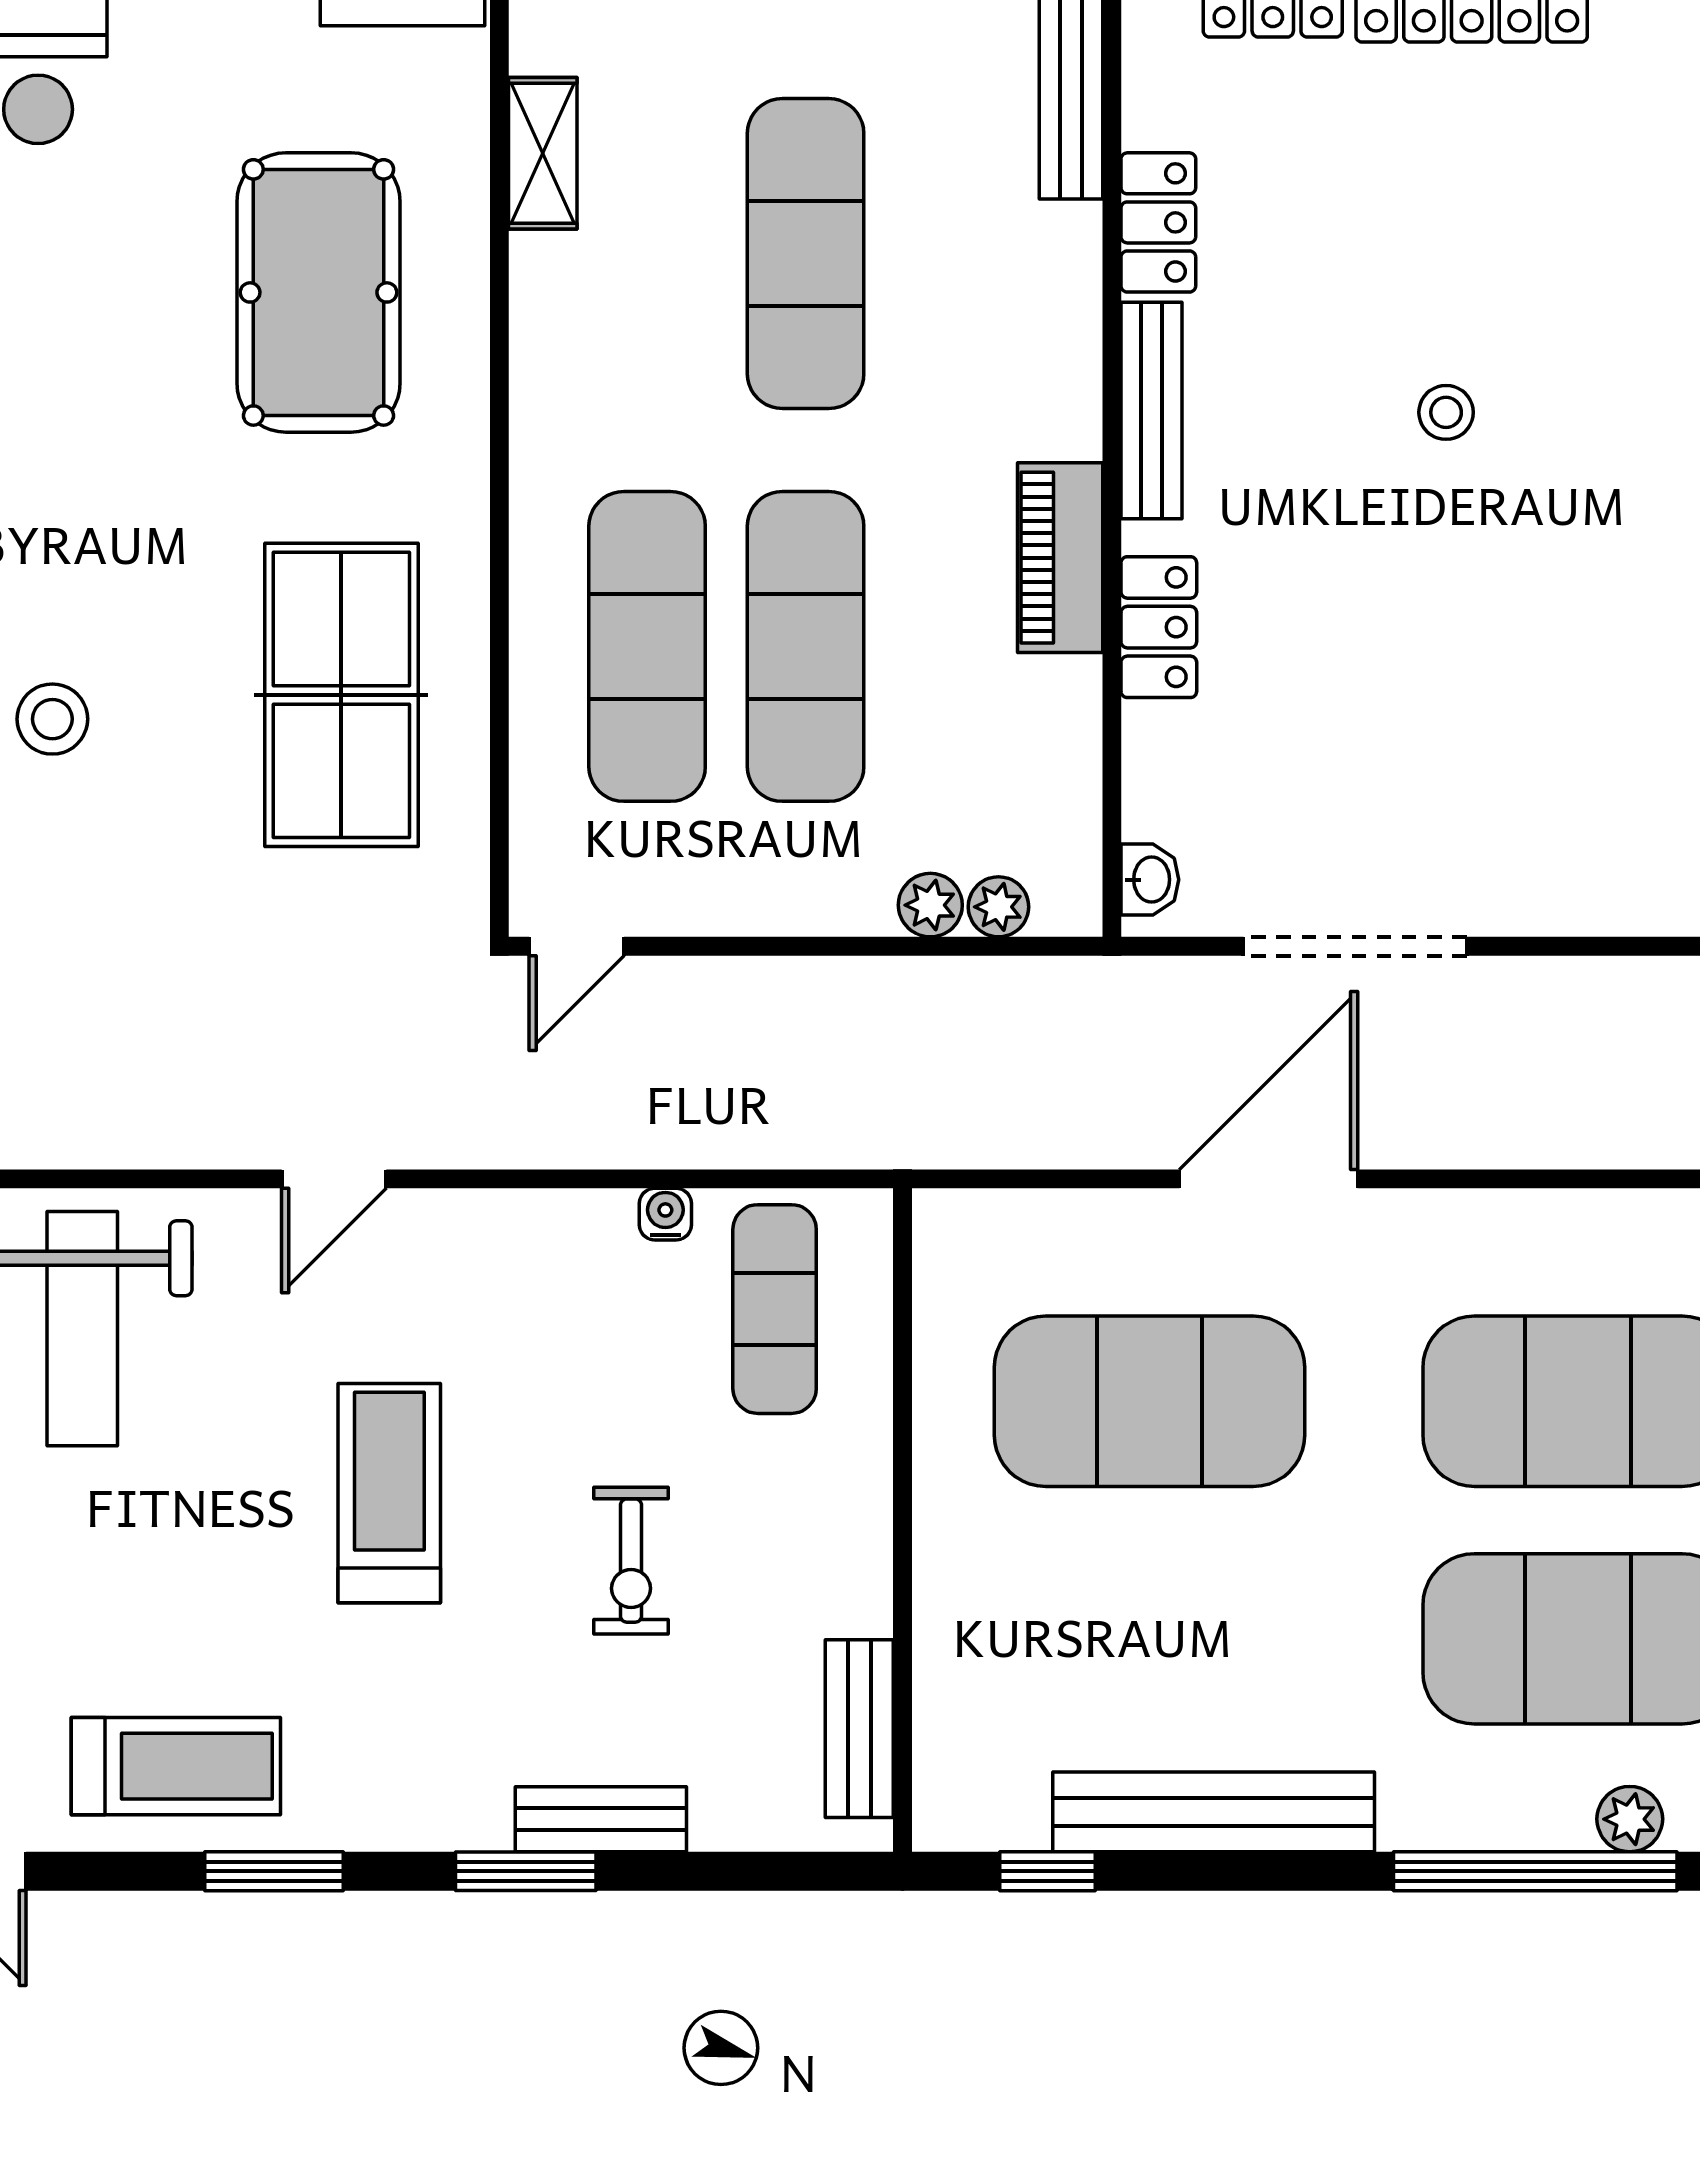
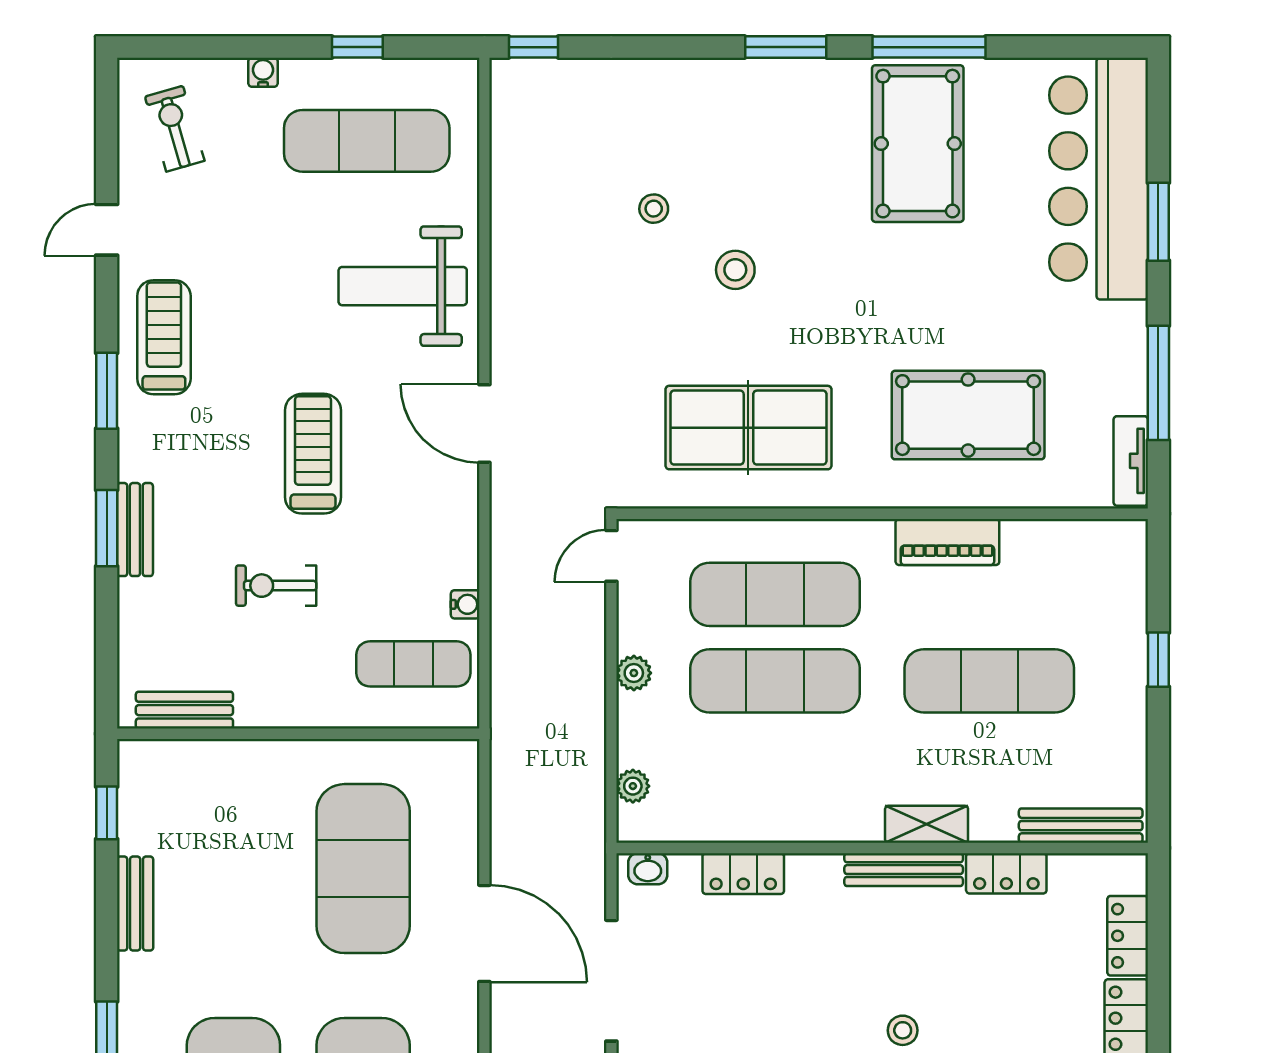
shelving: (543, 153) -> (927, 824), moved
piano: (1060, 558) -> (947, 542), moved, turned 180
locker: (1159, 627) -> (743, 874), moved
plant: (930, 905) -> (634, 673), moved
door: (577, 946) -> (611, 556), hinge flipped
door: (334, 1179) -> (484, 423), width x1.38
treadmill: (389, 1493) -> (313, 454), turned -90
treadmill: (176, 1766) -> (164, 337), turned 180
bench: (1214, 1812) -> (135, 904), width x0.54, depth x0.82
bench: (601, 1819) -> (135, 530), moved

